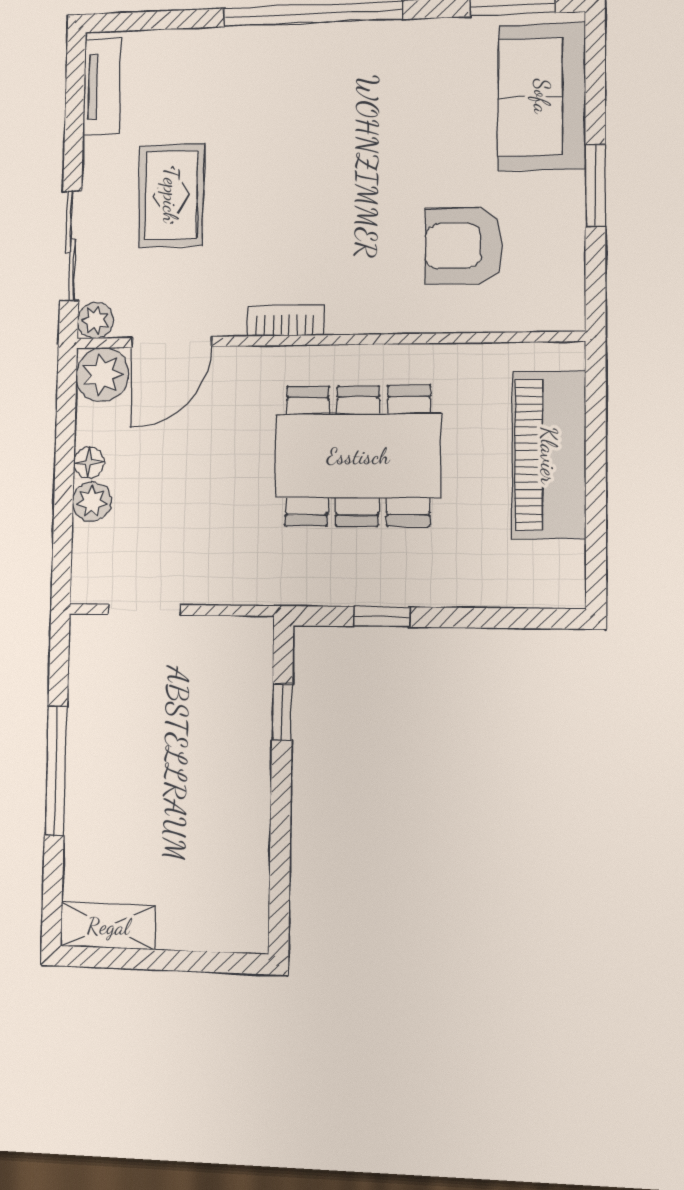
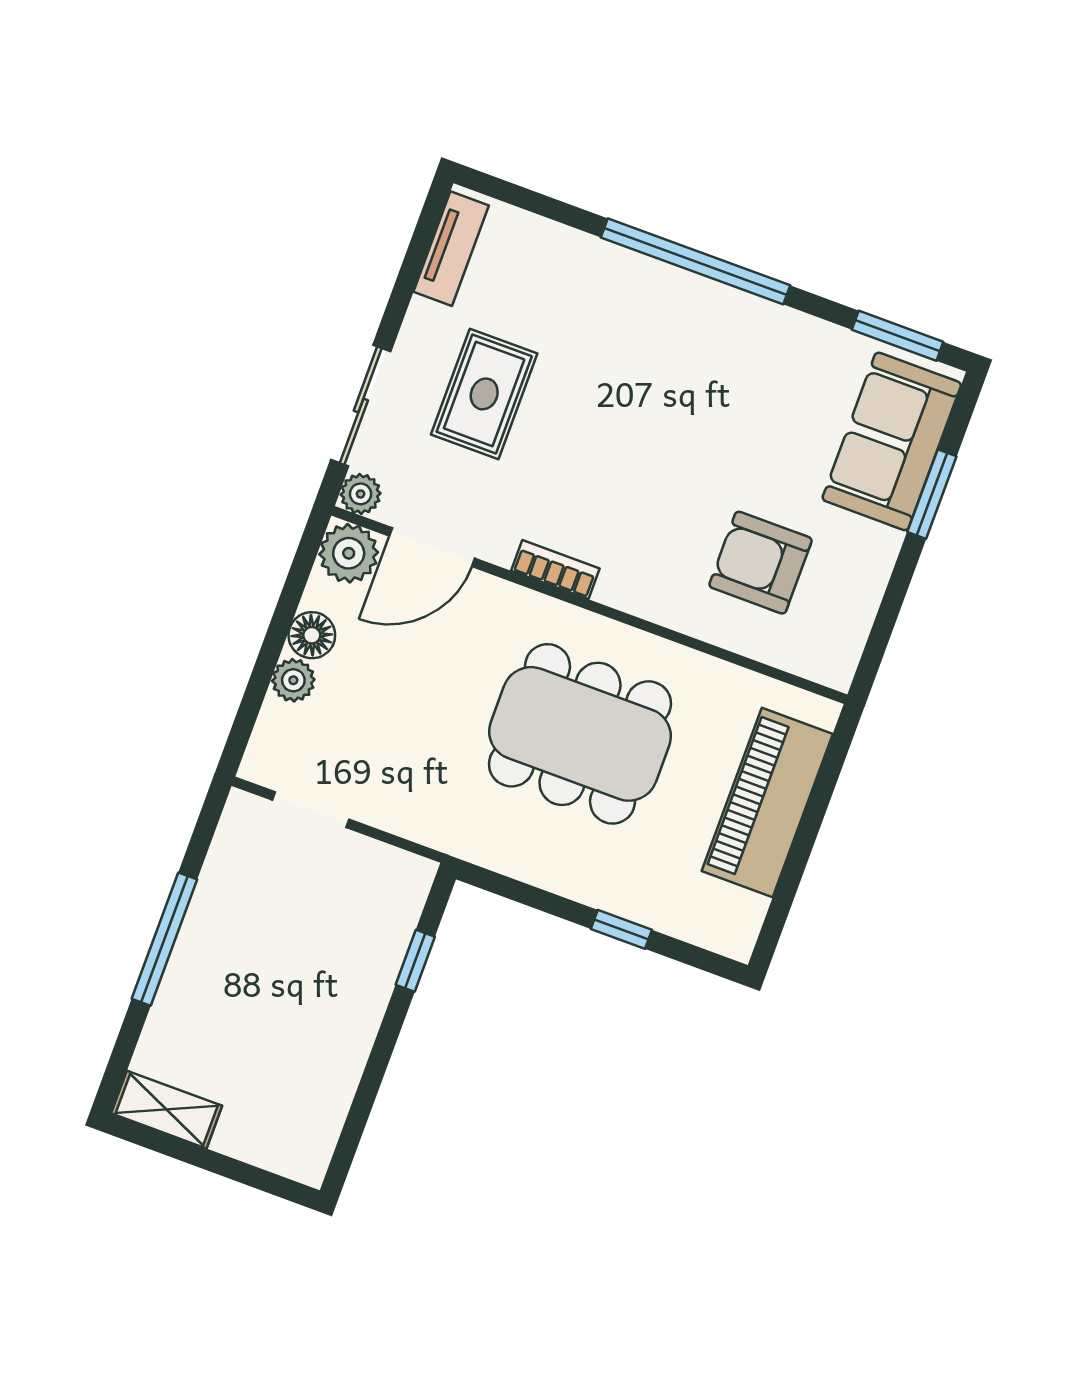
window: (595, 186) -> (932, 494), moved
floor lamp: (89, 463) -> (312, 635), width x1.37, depth x1.37
window: (382, 617) -> (621, 929), moved

